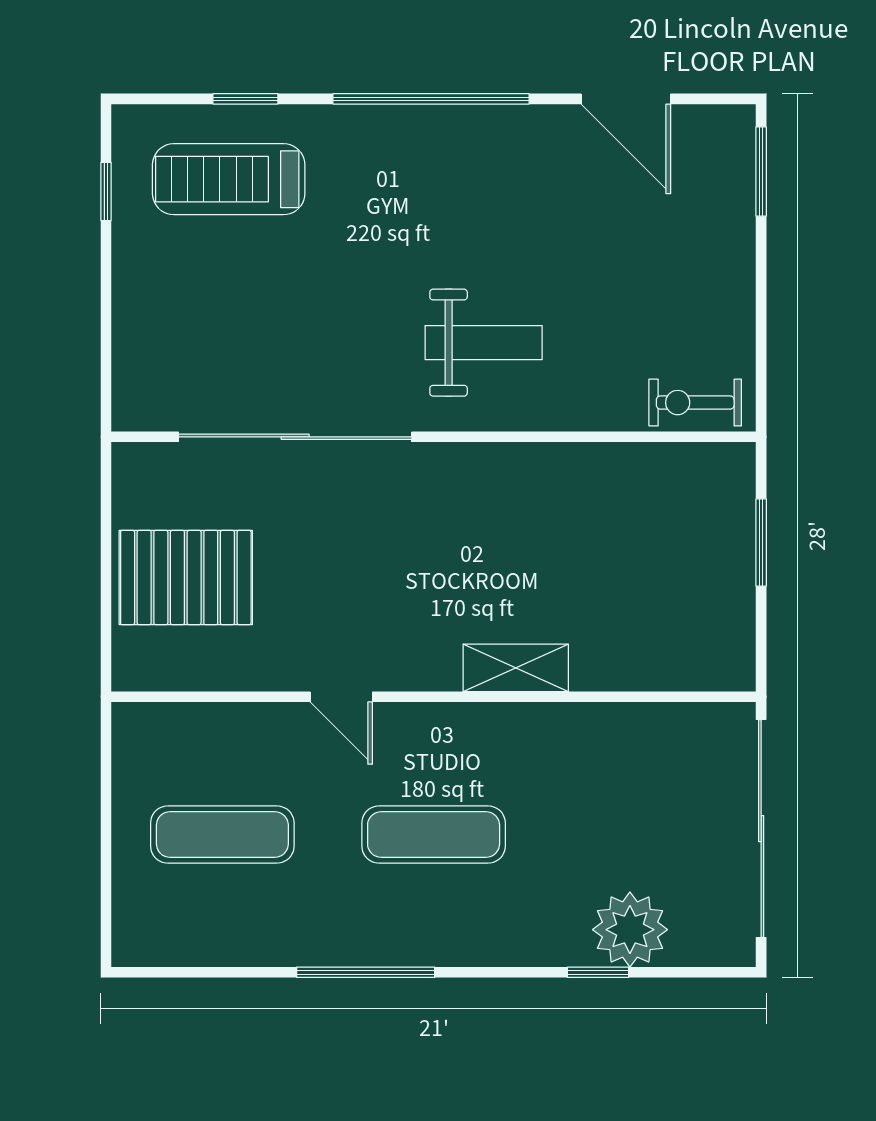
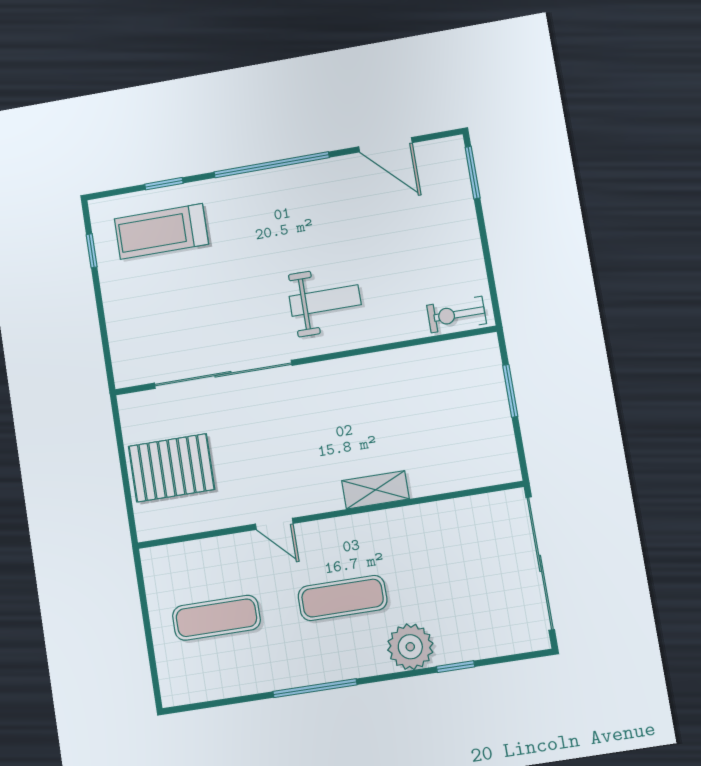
plant: (630, 930) -> (410, 647), moved

